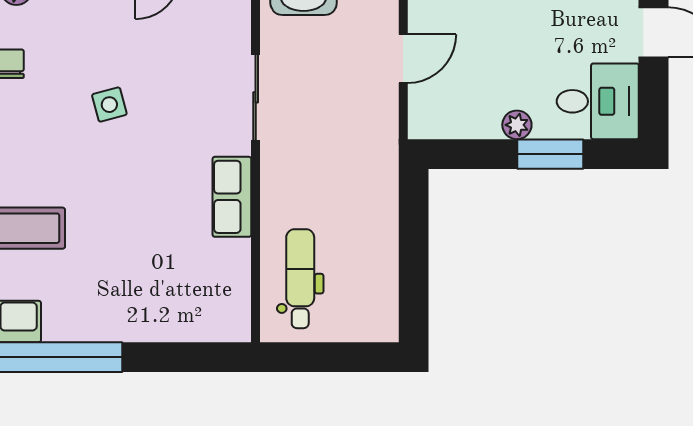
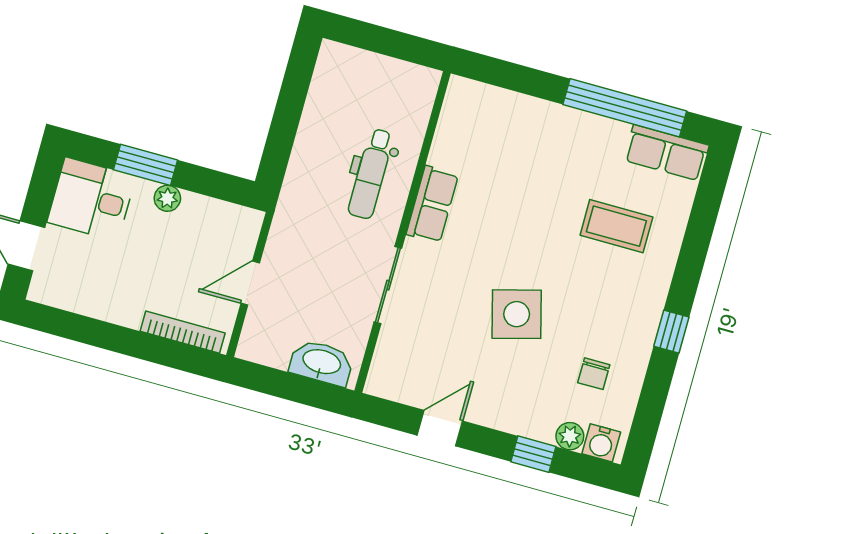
side table: (109, 105) -> (517, 314), width x1.87, depth x1.87
dental chair: (300, 279) -> (371, 174), moved

